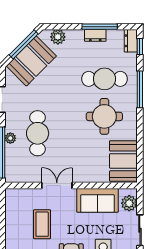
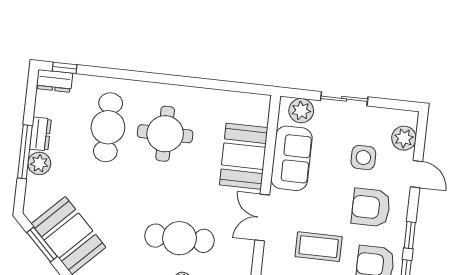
window: (100, 27) -> (25, 152), moved
plant: (58, 37) -> (39, 163), moved
window: (24, 44) -> (42, 245), width x0.69
window: (140, 89) -> (130, 75), removed
booth: (123, 161) -> (244, 156), moved, turned 90

